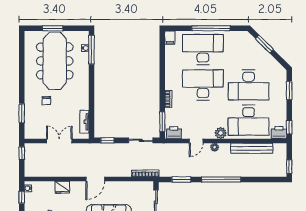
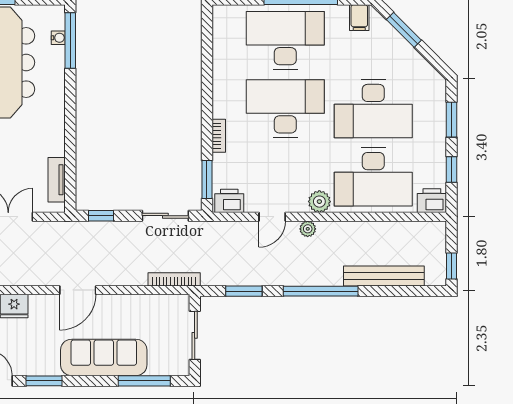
filing cabinet: (170, 38) -> (359, 18), moved
window: (289, 127) -> (452, 169), moved
bench: (252, 148) -> (384, 276), moved

